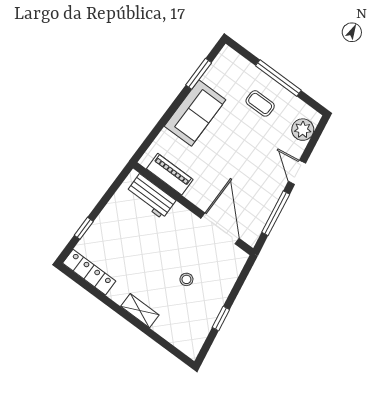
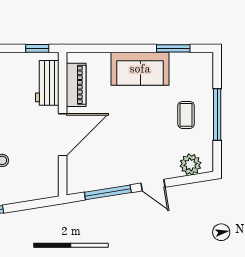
door: (297, 172) -> (153, 185), swing flipped
window: (117, 184) -> (37, 48), added
door: (220, 228) -> (63, 135), moved

